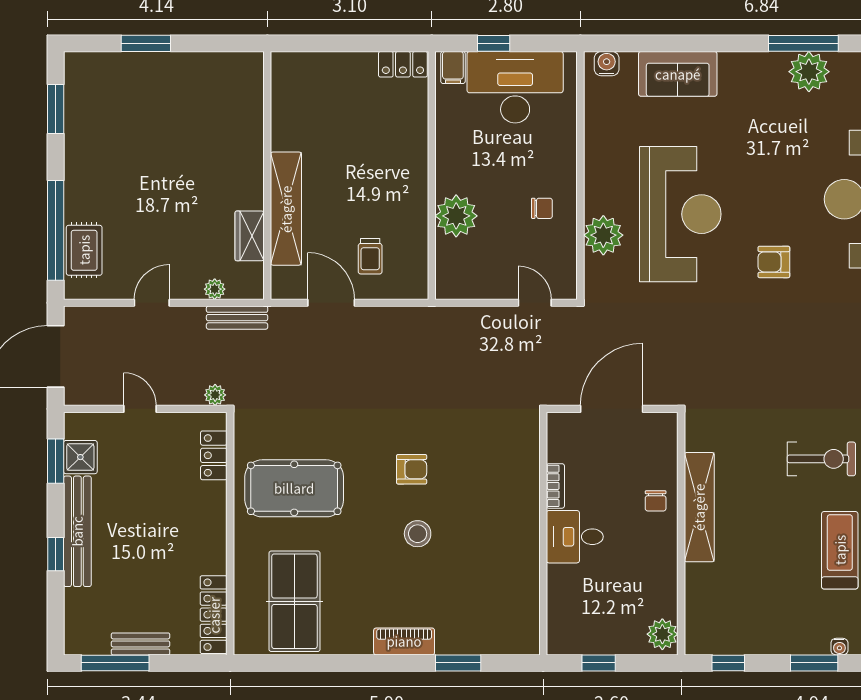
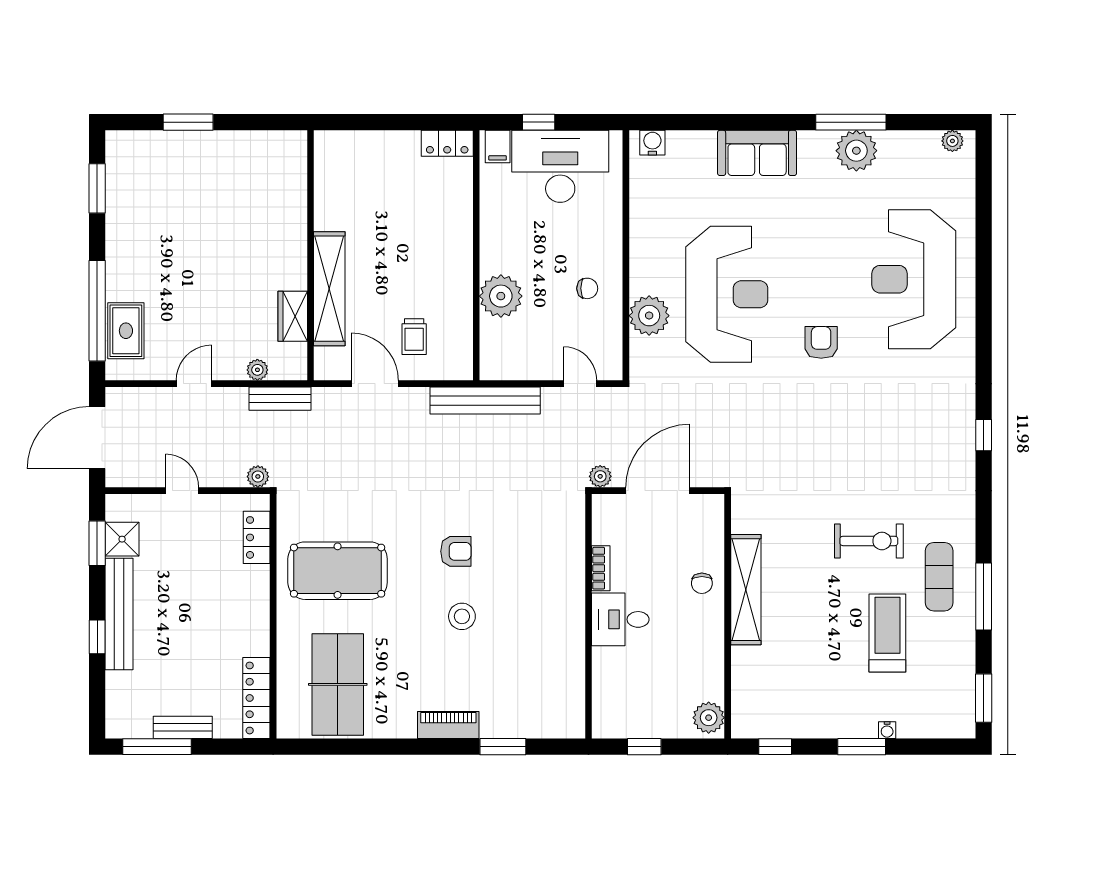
sofa: (678, 74) -> (757, 153), moved
armchair: (774, 262) -> (821, 342), turned 90
bench: (441, 320) -> (485, 400), added
plant: (555, 395) -> (600, 476), added

